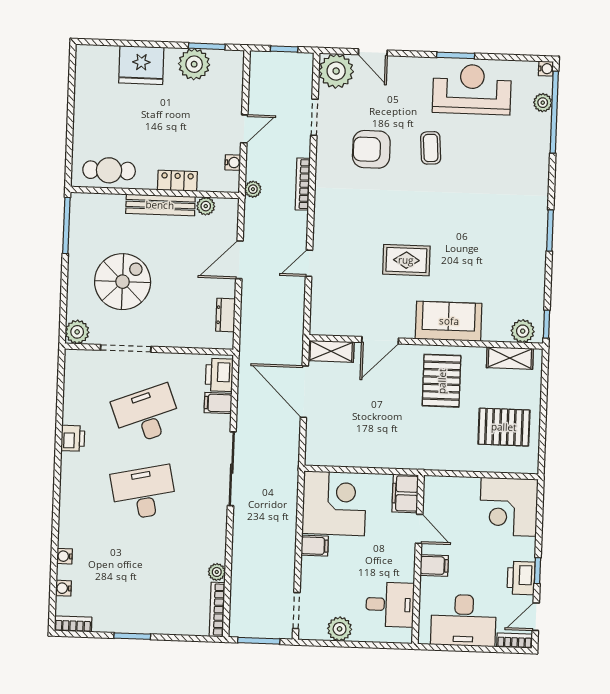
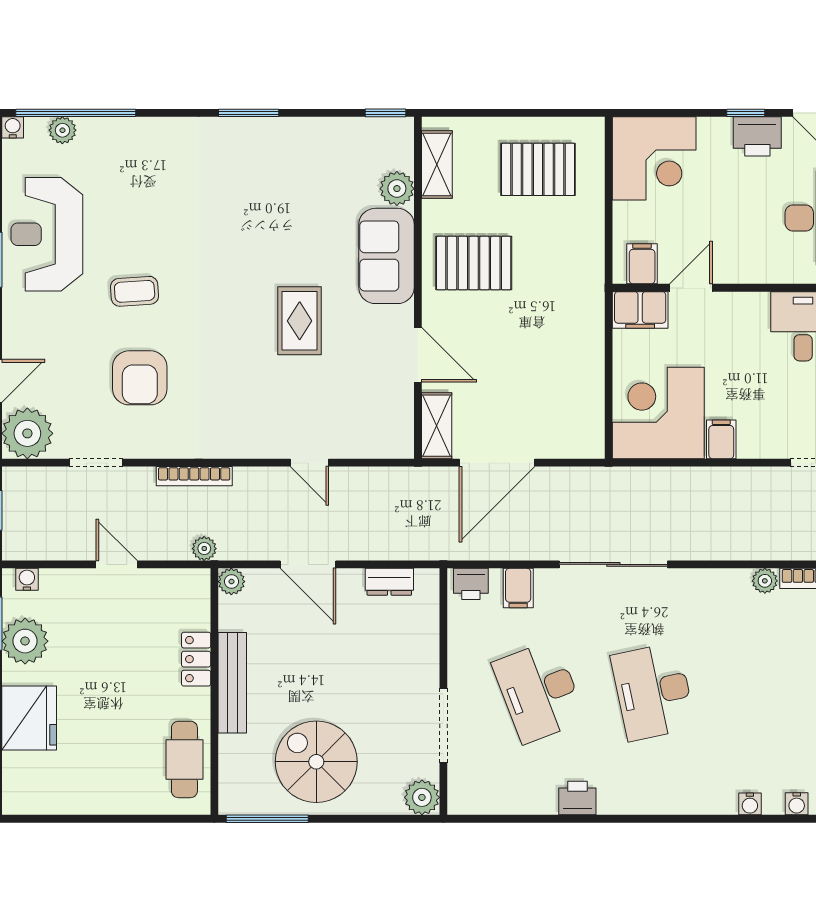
water cooler: (233, 163) -> (27, 579), moved
plant: (206, 206) -> (231, 582), moved
spiral stairs: (123, 282) -> (316, 762), moved
plant: (523, 331) -> (397, 189), moved
printer: (219, 375) -> (471, 584), width x0.73, depth x0.81
pallet: (504, 427) -> (538, 169), turned 90
filing cabinet: (434, 565) -> (642, 264), moved

